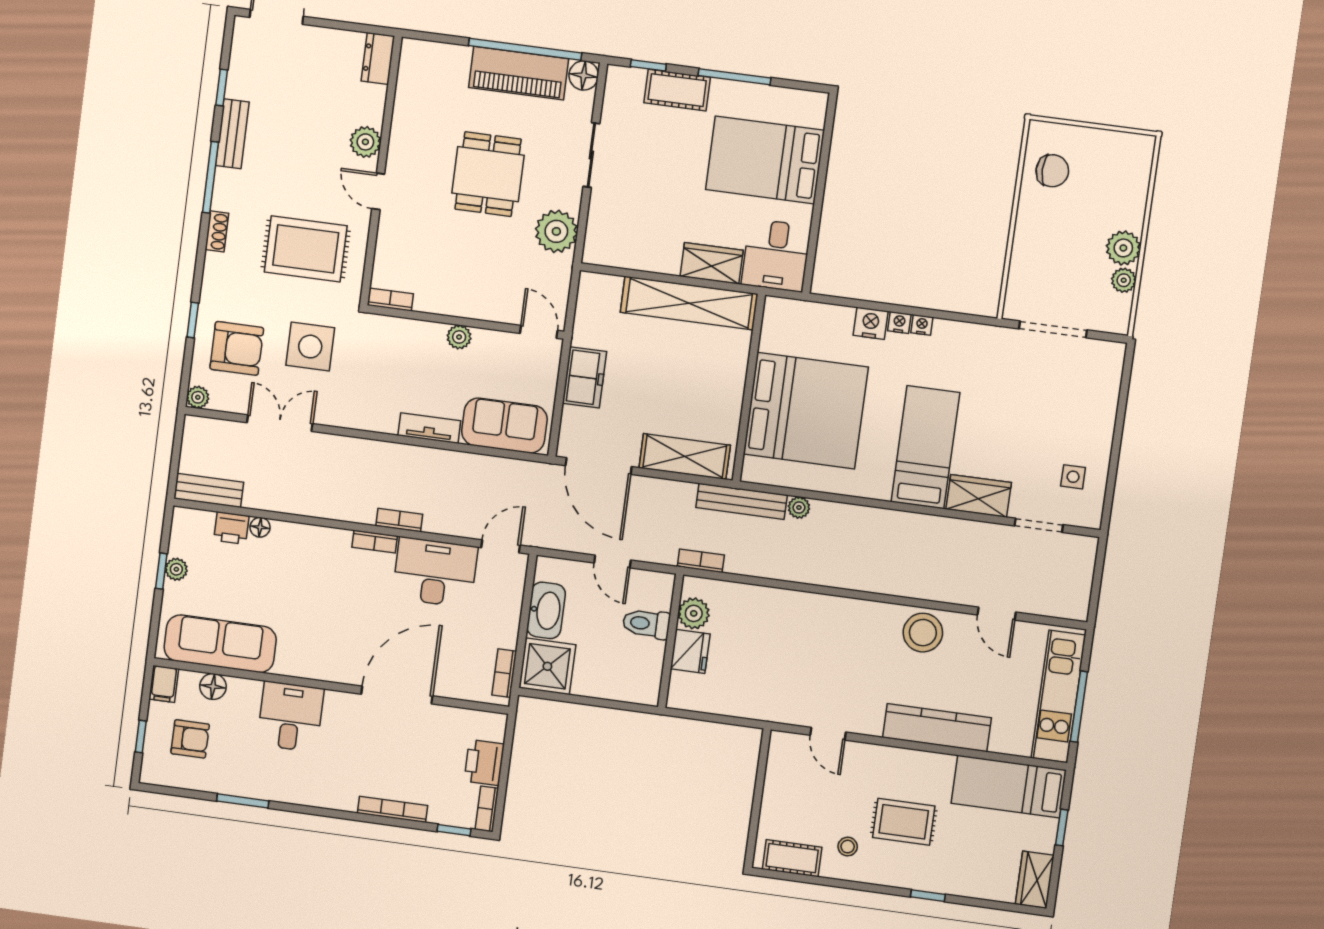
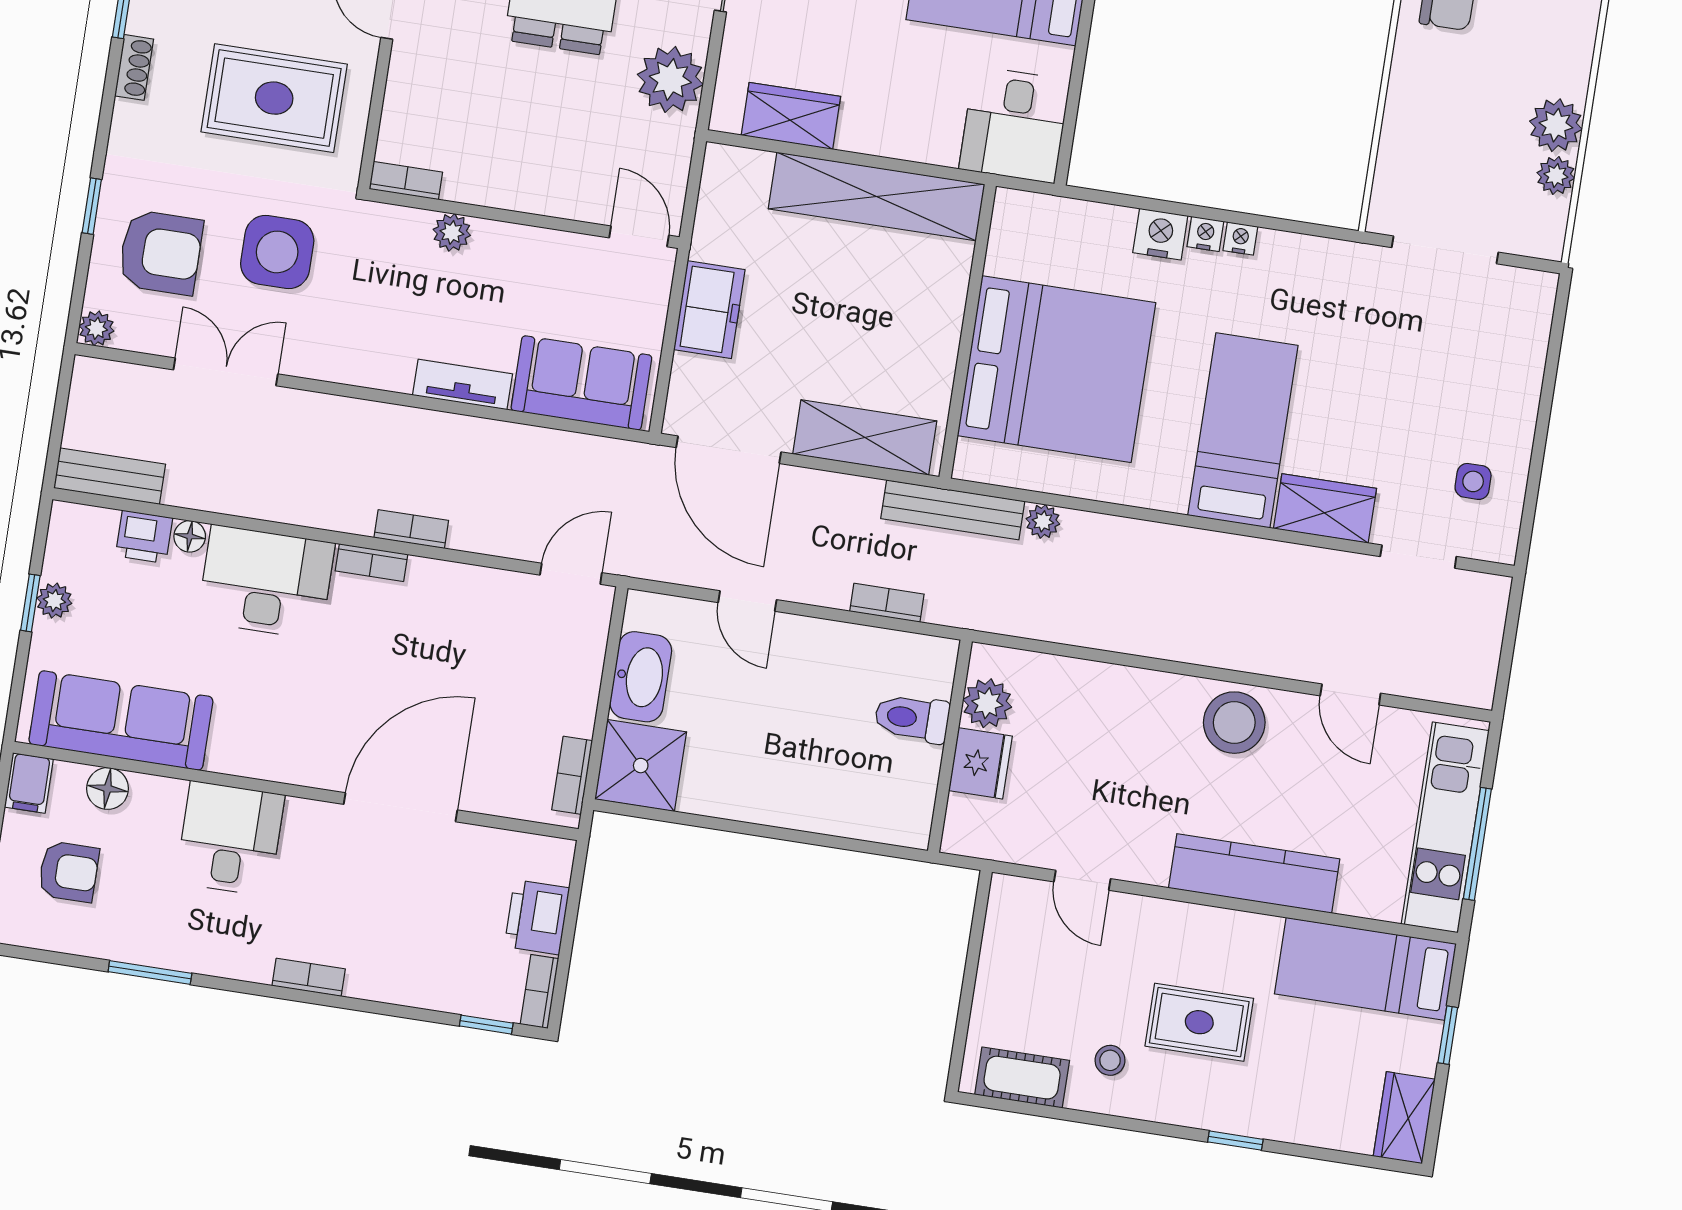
wardrobe: (712, 263) -> (791, 116), moved
plant: (459, 337) -> (452, 232), moved
desk: (435, 572) -> (266, 582), moved
plant: (694, 613) -> (987, 703), moved
toilet: (646, 624) -> (912, 718), moved
wall: (671, 641) -> (950, 746), moved
fridge: (690, 651) -> (981, 763), moved
bookcase: (393, 809) -> (309, 977), moved, width x0.64

